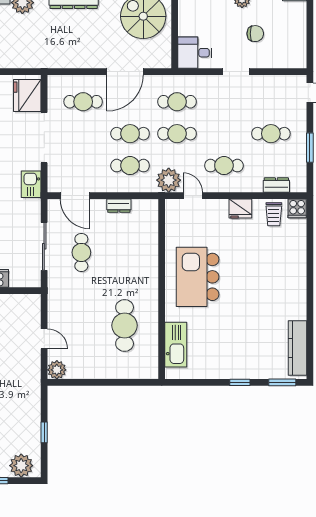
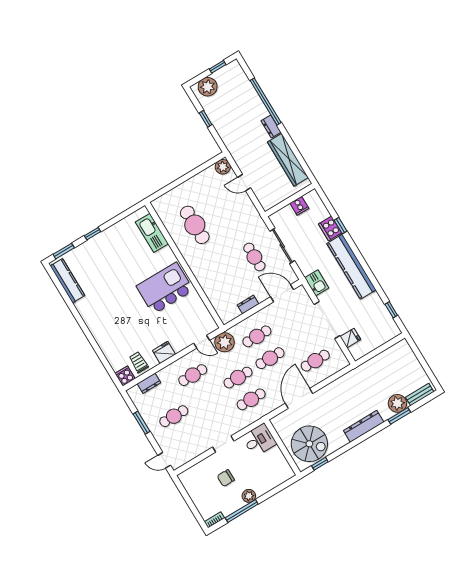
fridge: (27, 96) -> (350, 338), width x0.53, depth x0.75
kitchen island: (198, 277) -> (165, 288), turned -90

